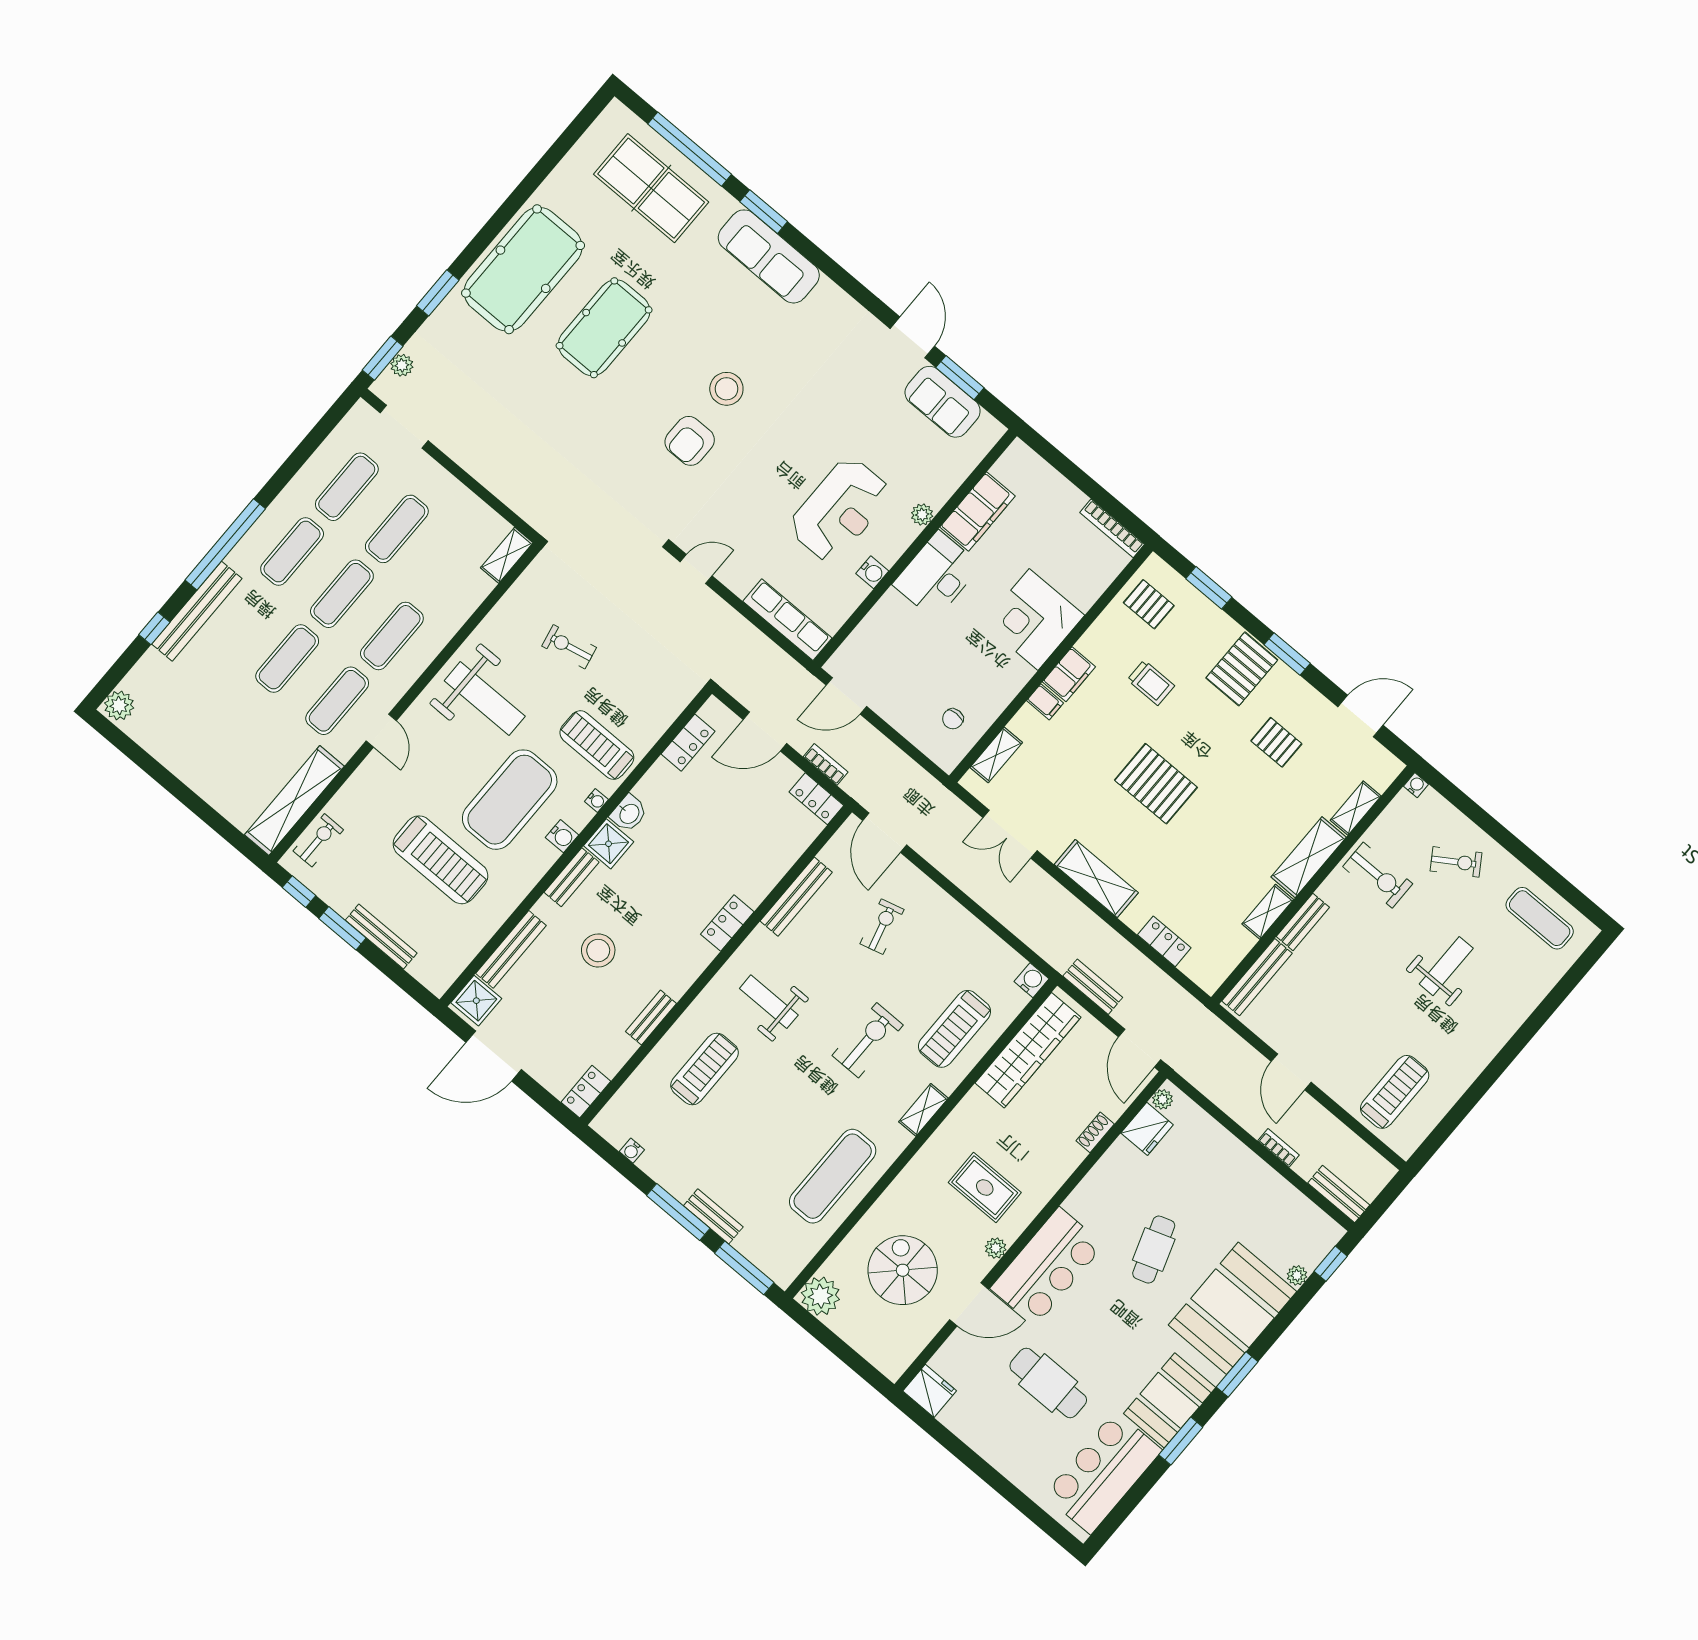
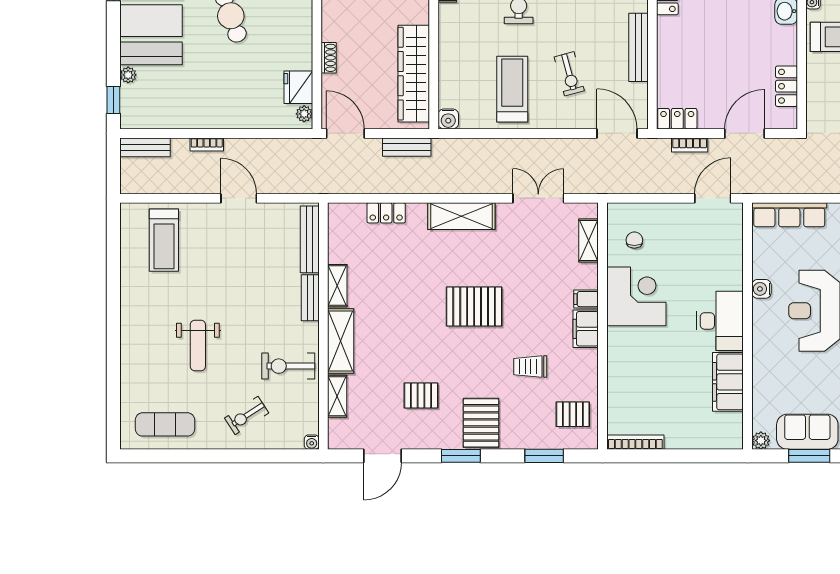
plant: (922, 515) -> (761, 441), moved
corner desk: (1034, 619) -> (636, 296), moved
treadmill: (955, 1029) -> (512, 89), moved

